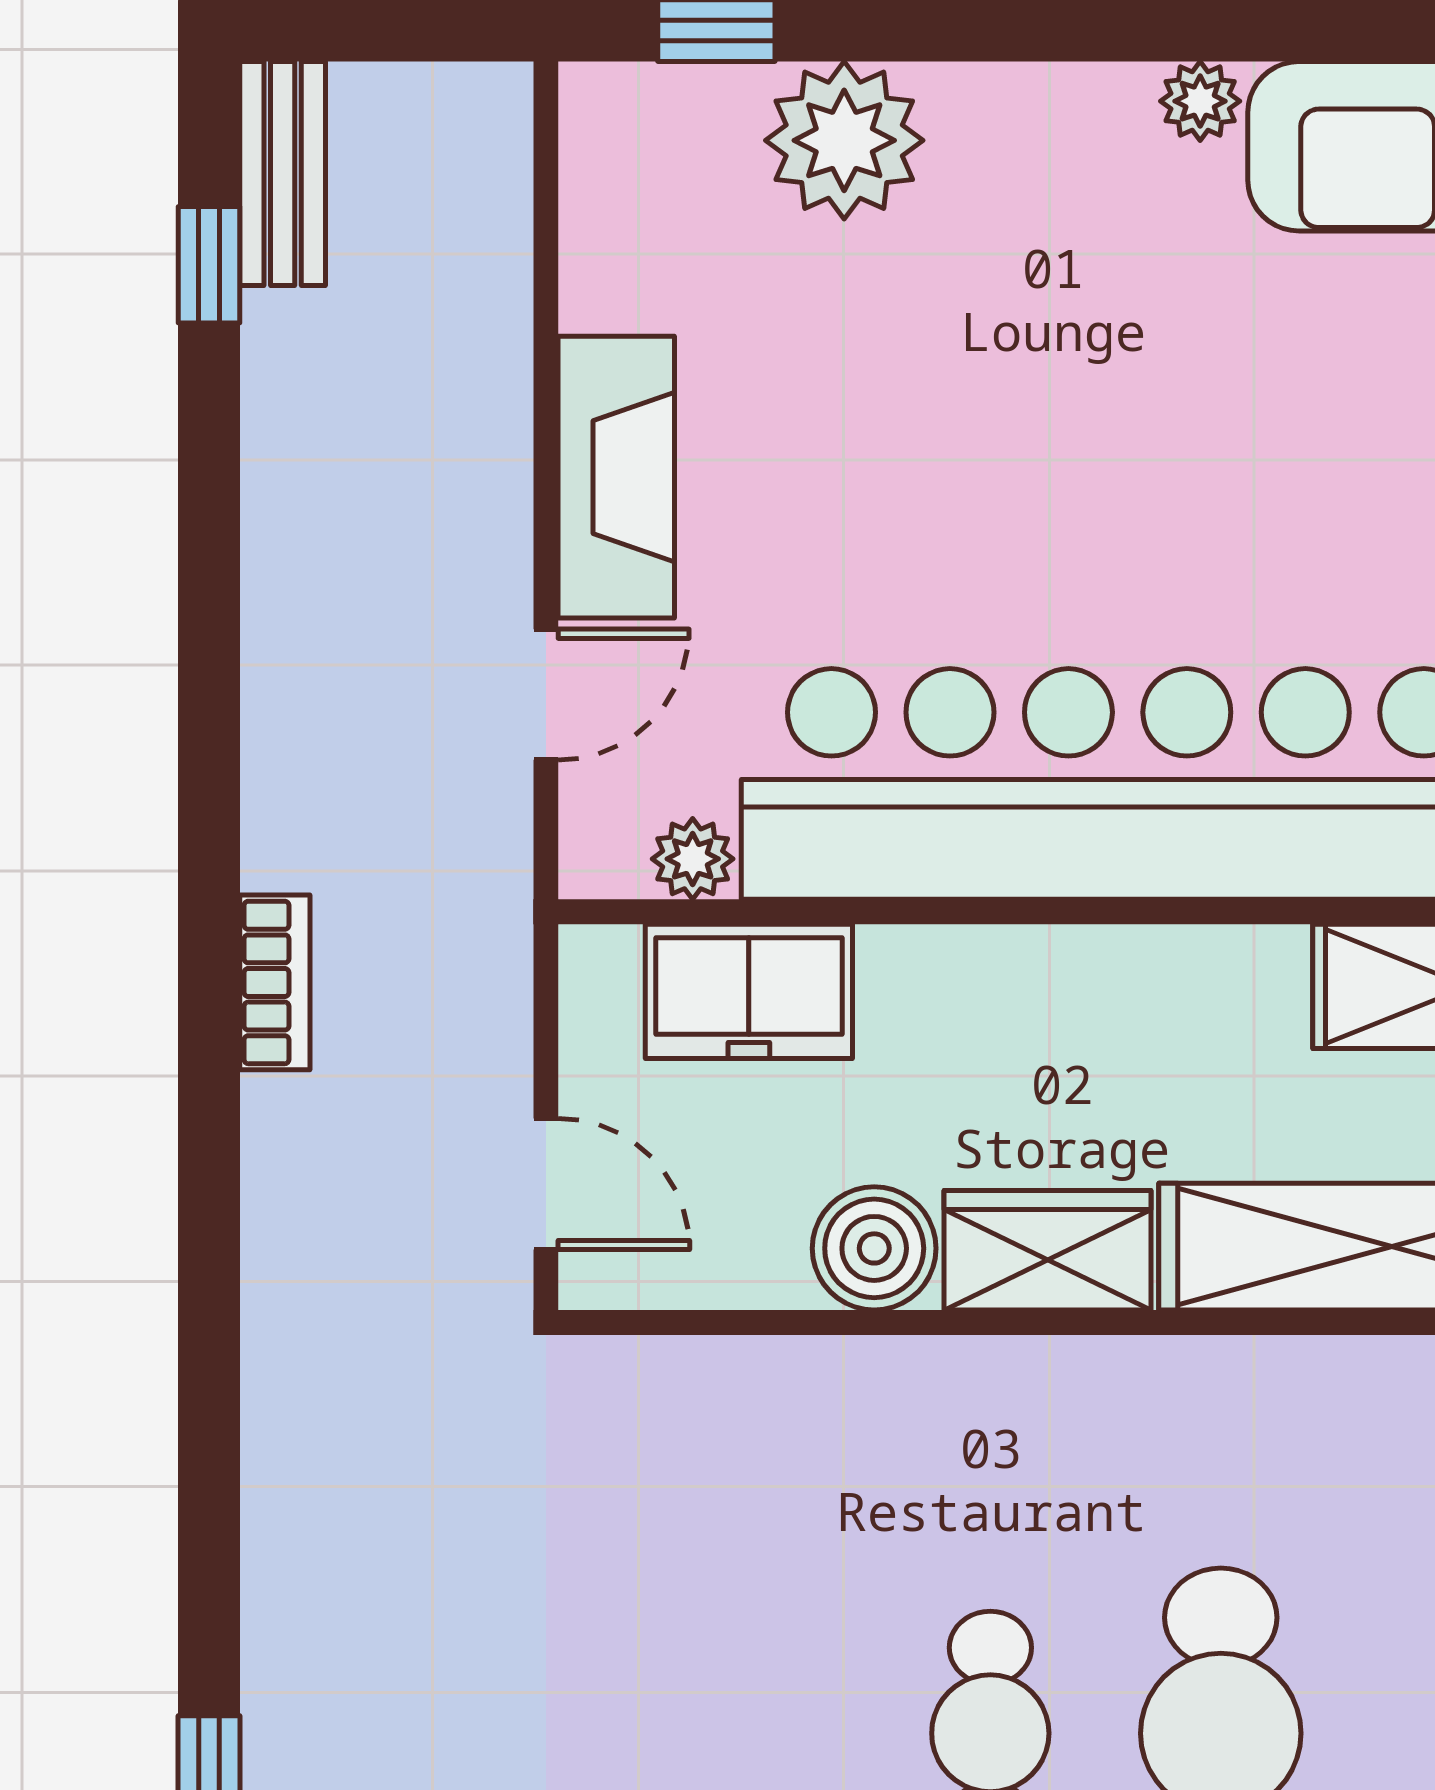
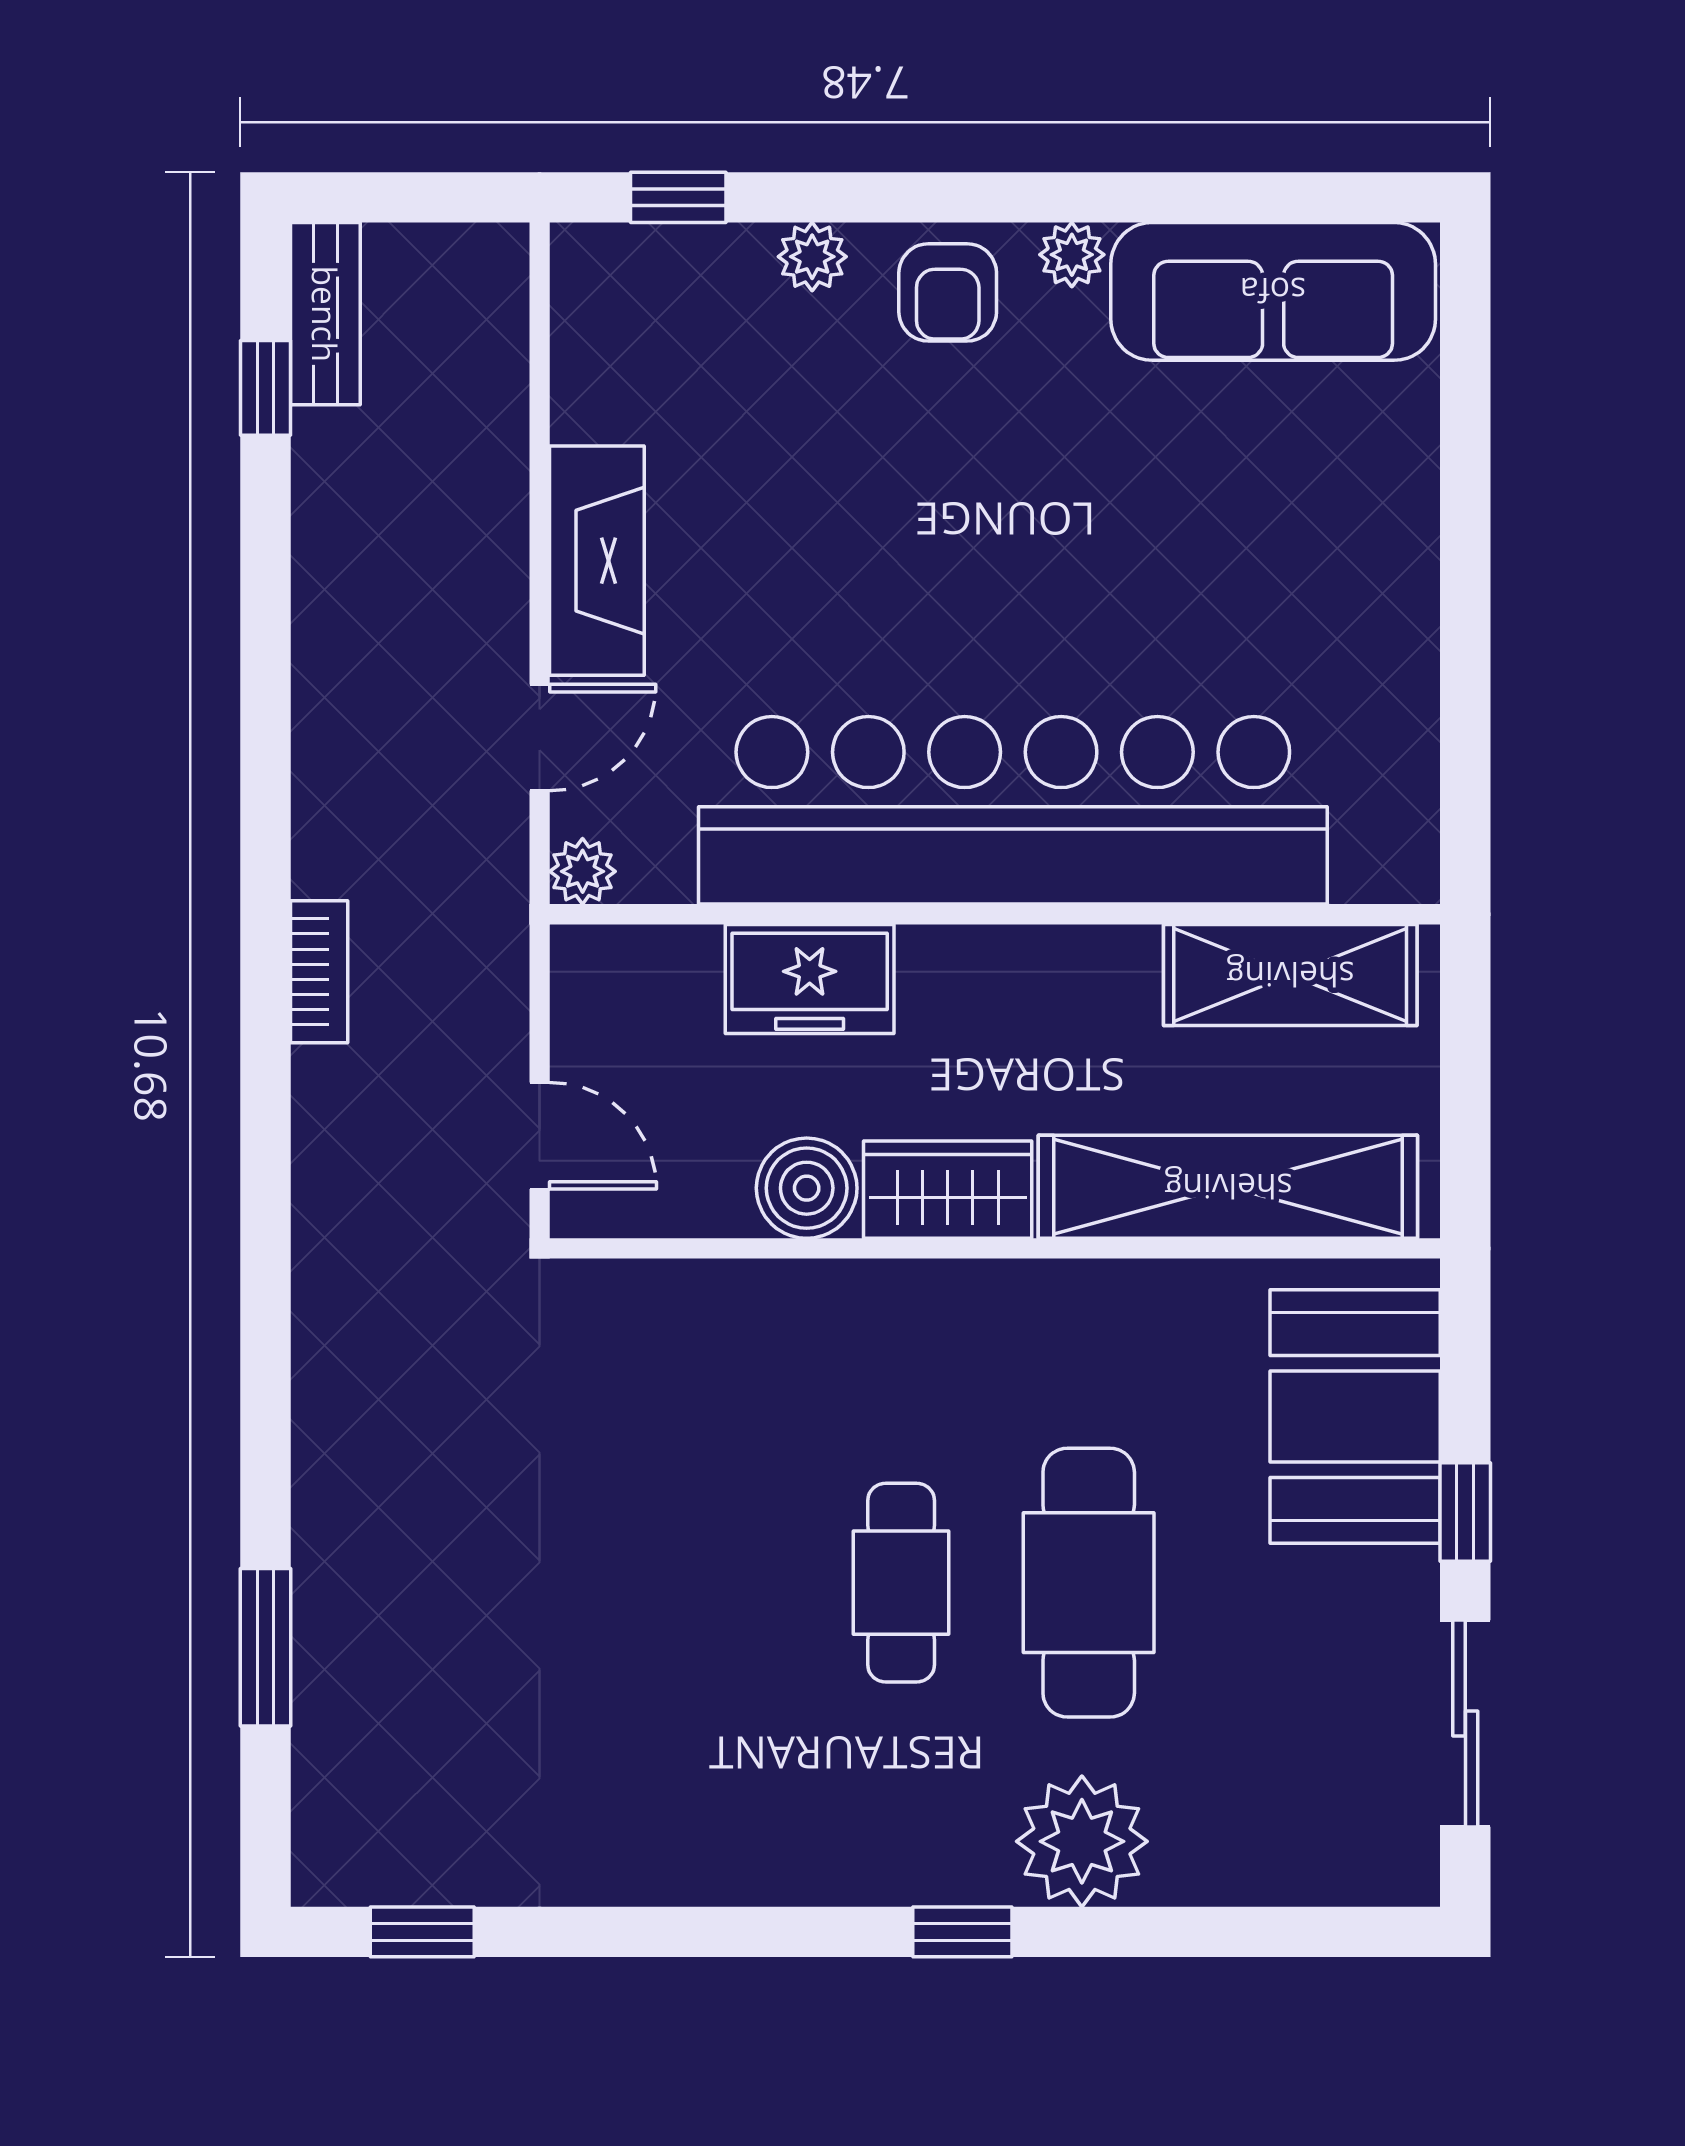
plant: (844, 140) -> (812, 257), width x0.53, depth x0.53
armchair: (1048, 147) -> (948, 292), added
plant: (693, 859) -> (583, 871), moved
freezer: (749, 991) -> (810, 979), moved

